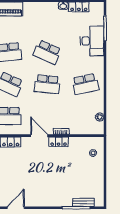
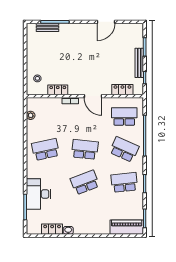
school desk: (47, 52) -> (85, 182), turned -45
locker: (59, 142) -> (58, 90), moved
door: (16, 208) -> (106, 22), moved

